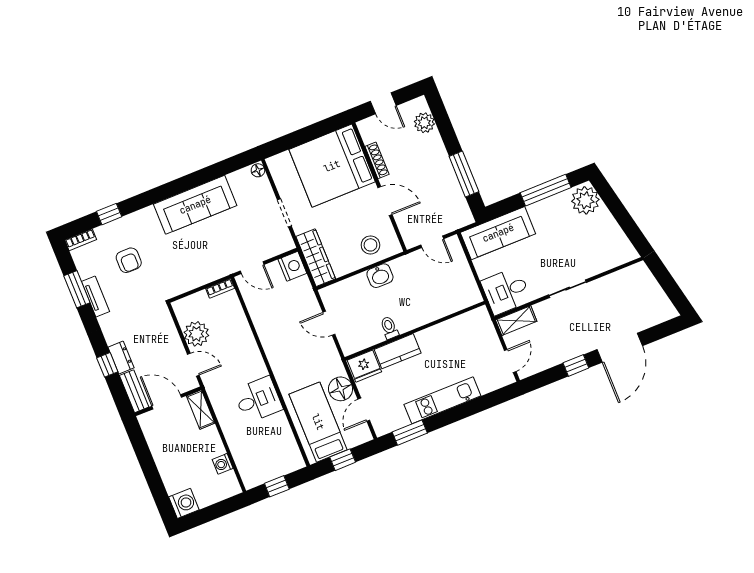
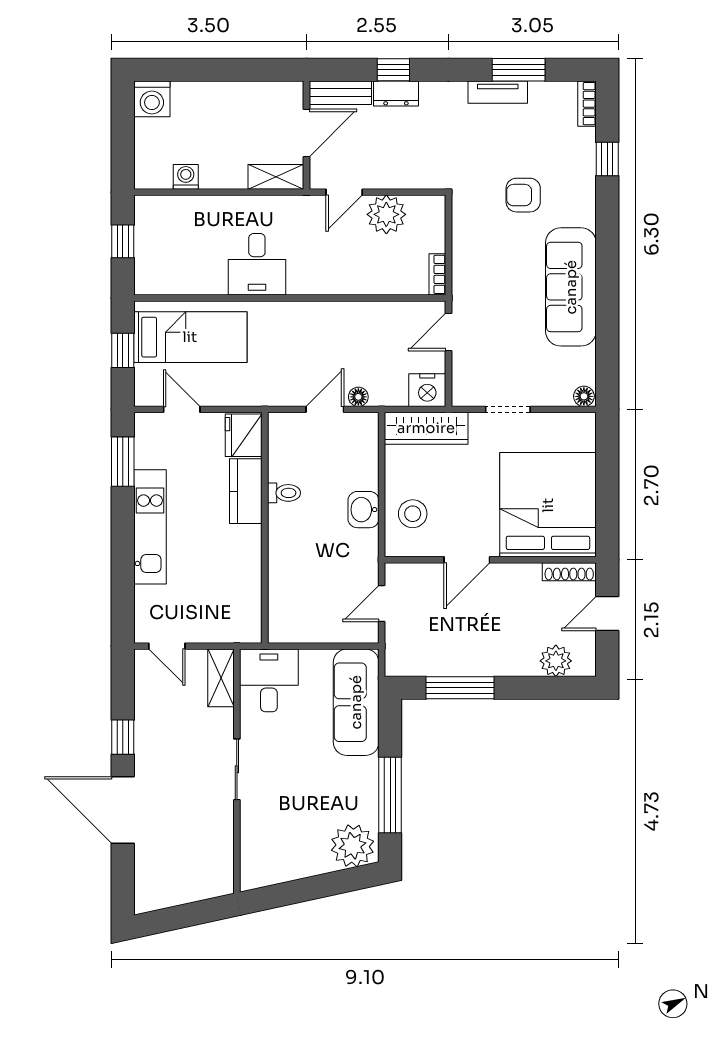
shoe rack: (377, 160) -> (569, 572), moved
armchair: (129, 260) -> (523, 195), moved
floor lamp: (341, 389) -> (358, 397), moved, width x0.53, depth x0.53

